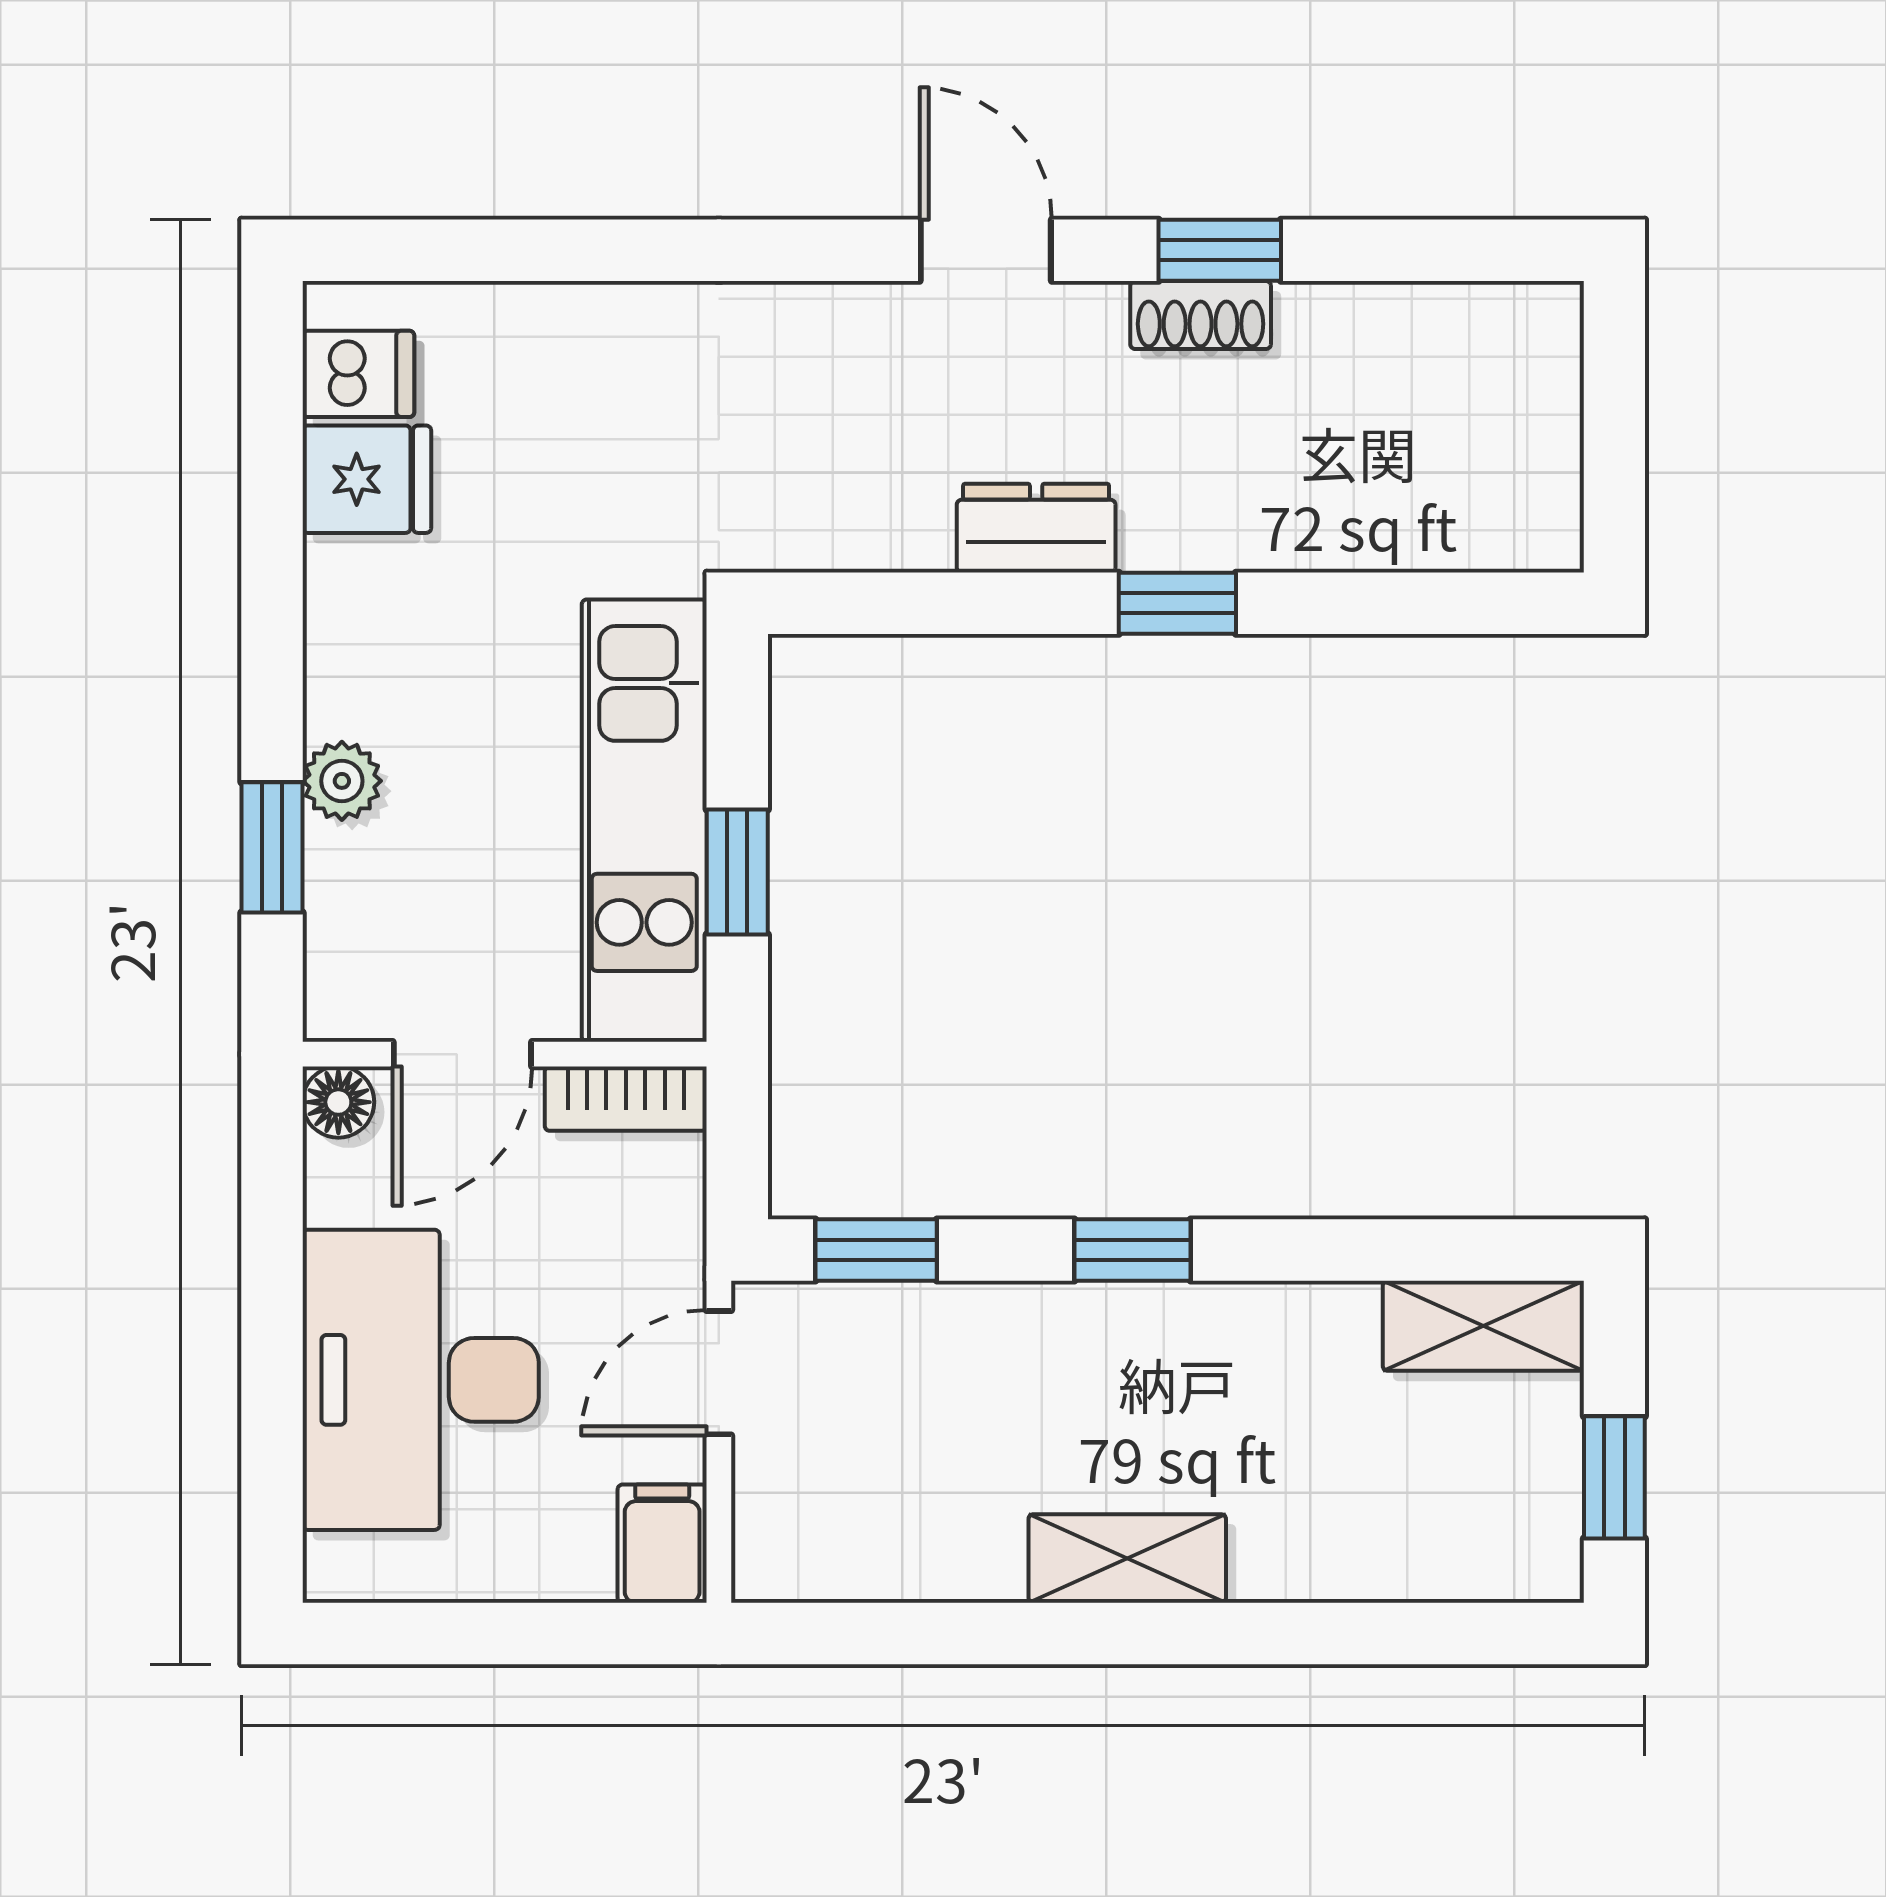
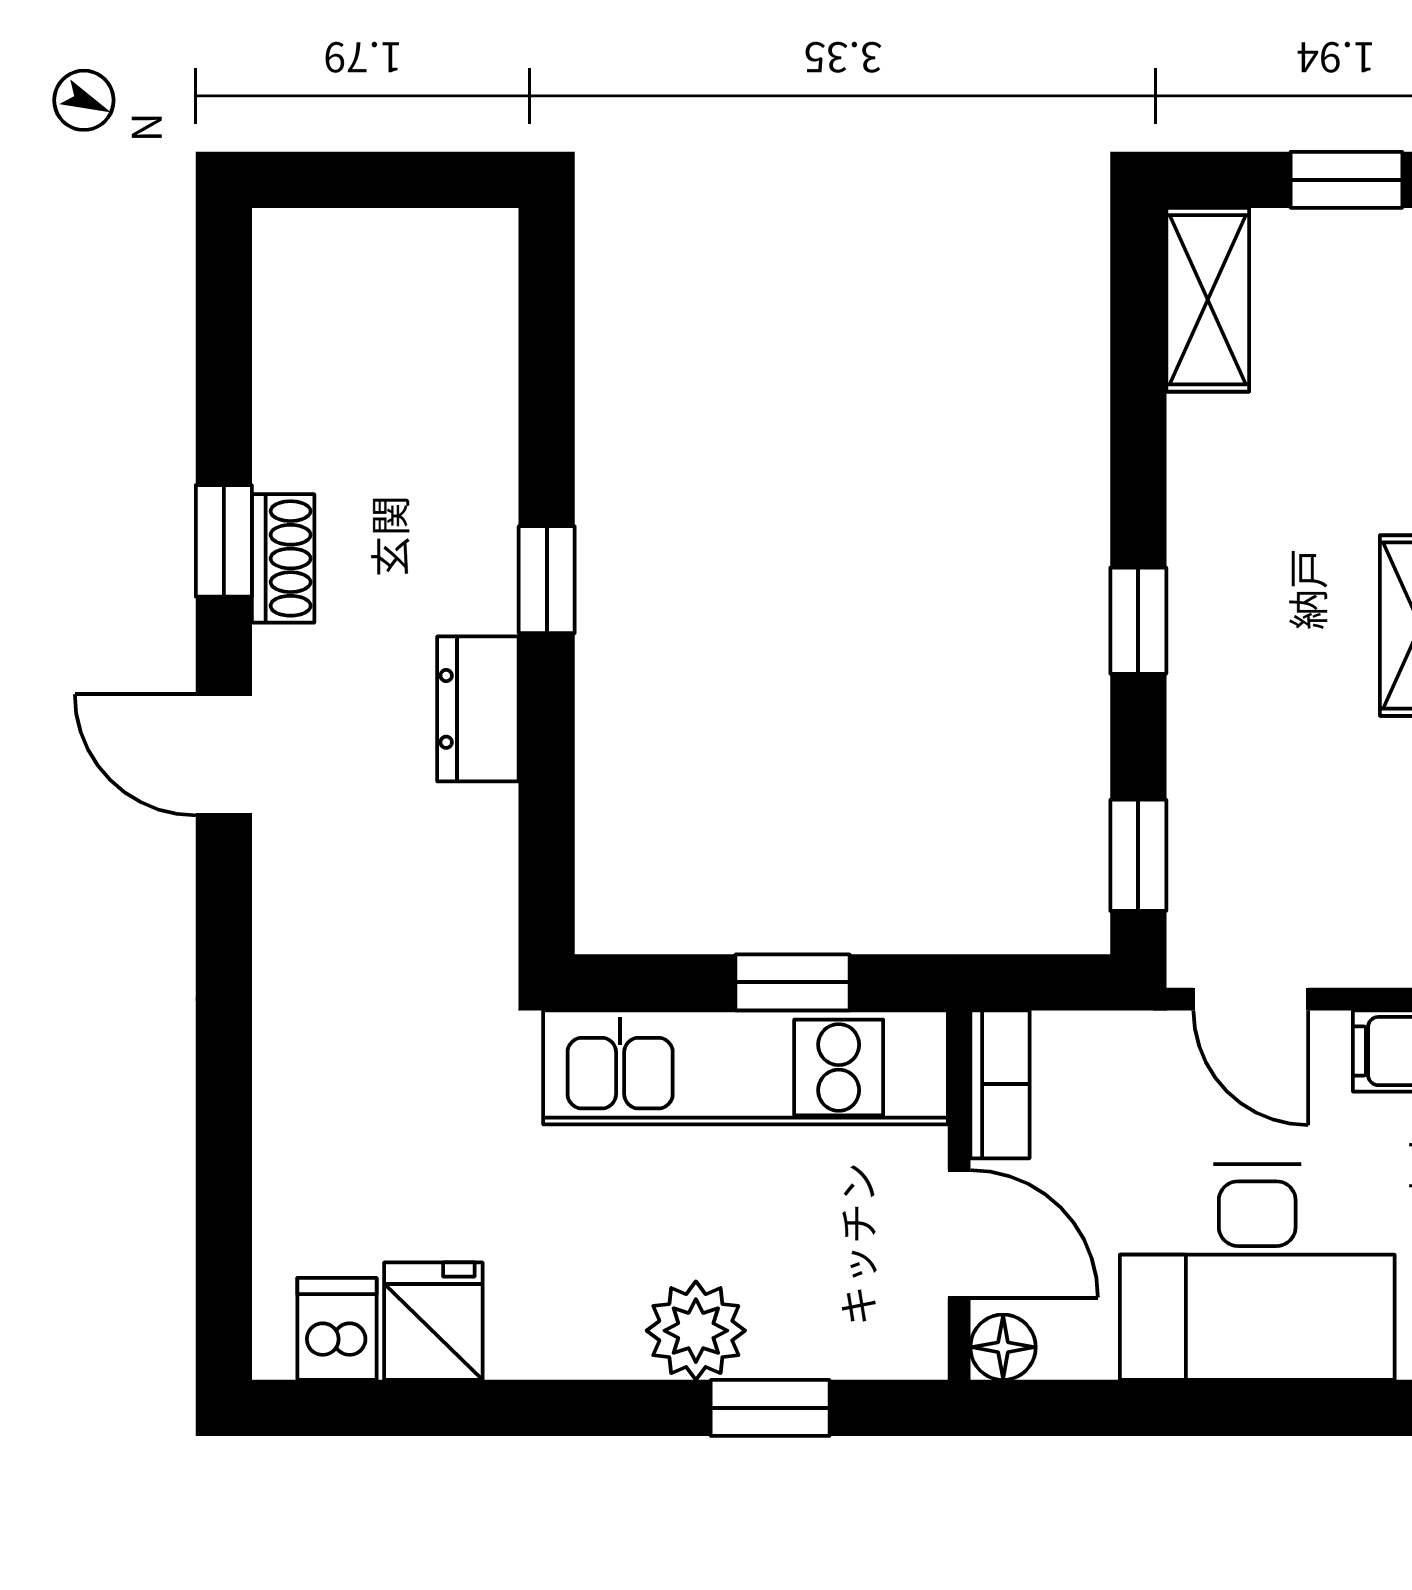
door: (986, 250) -> (224, 755), hinge flipped
plant: (342, 781) -> (696, 1331), width x1.38, depth x1.38

